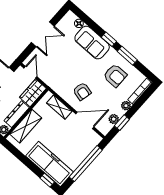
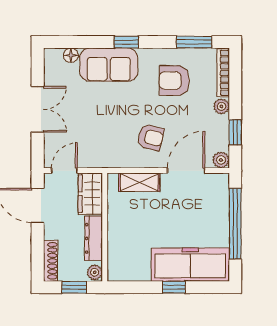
window: (127, 56) -> (194, 42), moved
door: (30, 72) -> (64, 171), hinge flipped
armchair: (115, 75) -> (174, 81), turned 180
plant: (114, 119) -> (221, 160), moved
shelving: (26, 126) -> (118, 243), removed
window: (47, 180) -> (174, 287), moved

